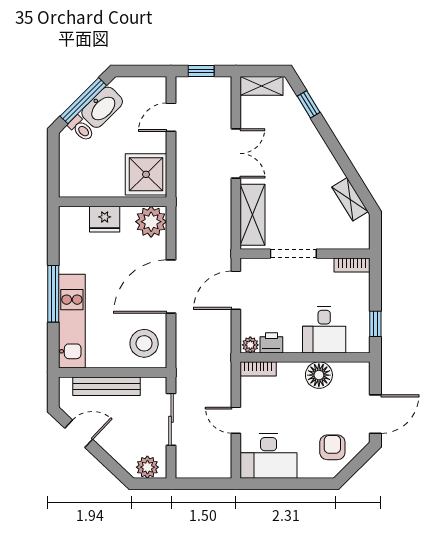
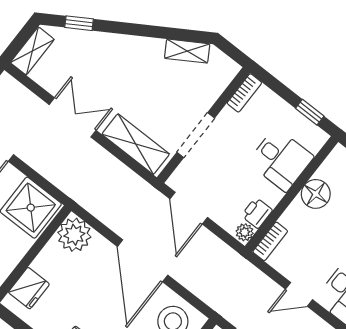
fridge: (105, 219) -> (29, 288), moved

